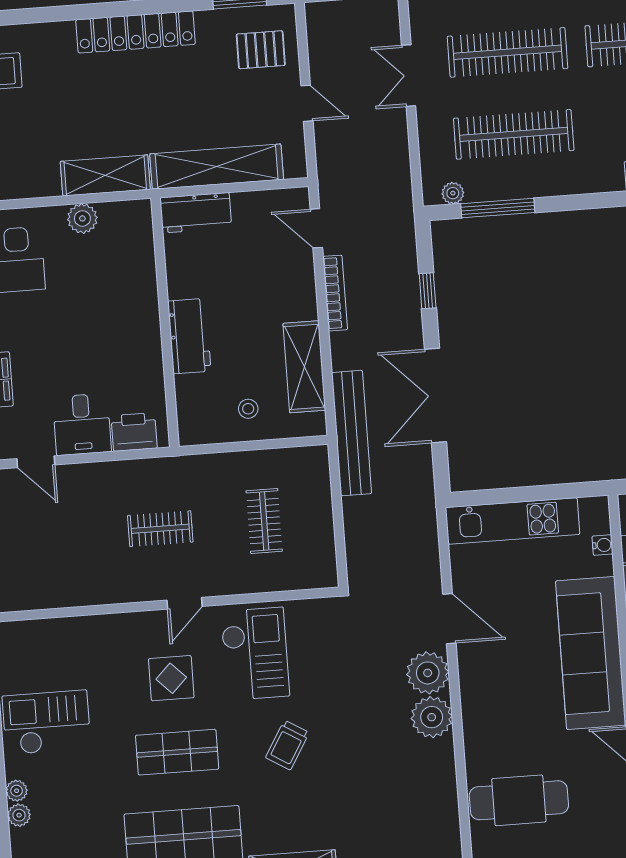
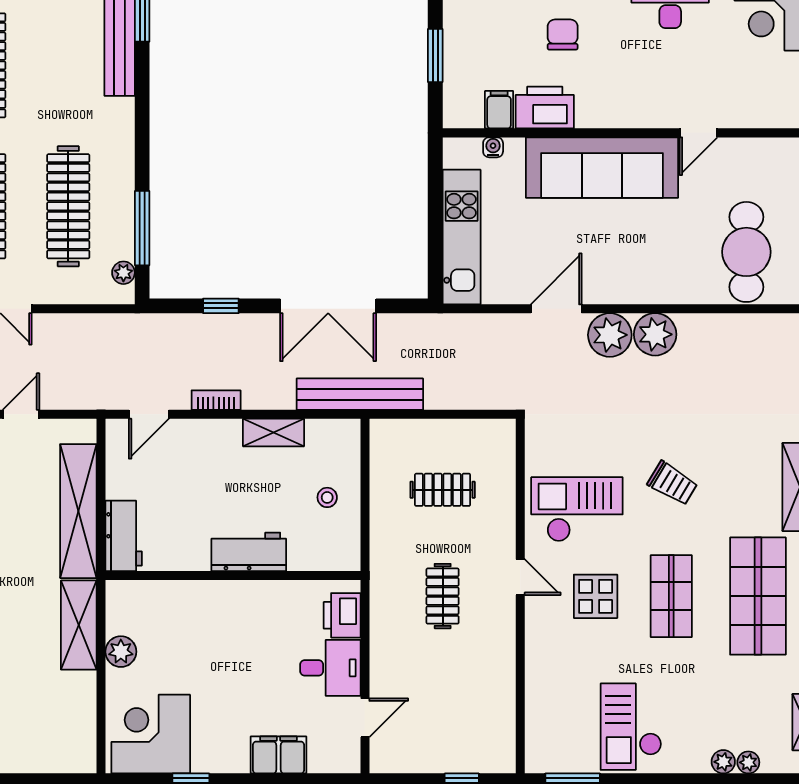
bookcase: (335, 293) -> (216, 400), width x0.64
shelving: (304, 367) -> (273, 432), width x0.67, depth x0.75
plant: (17, 791) -> (748, 762), moved

